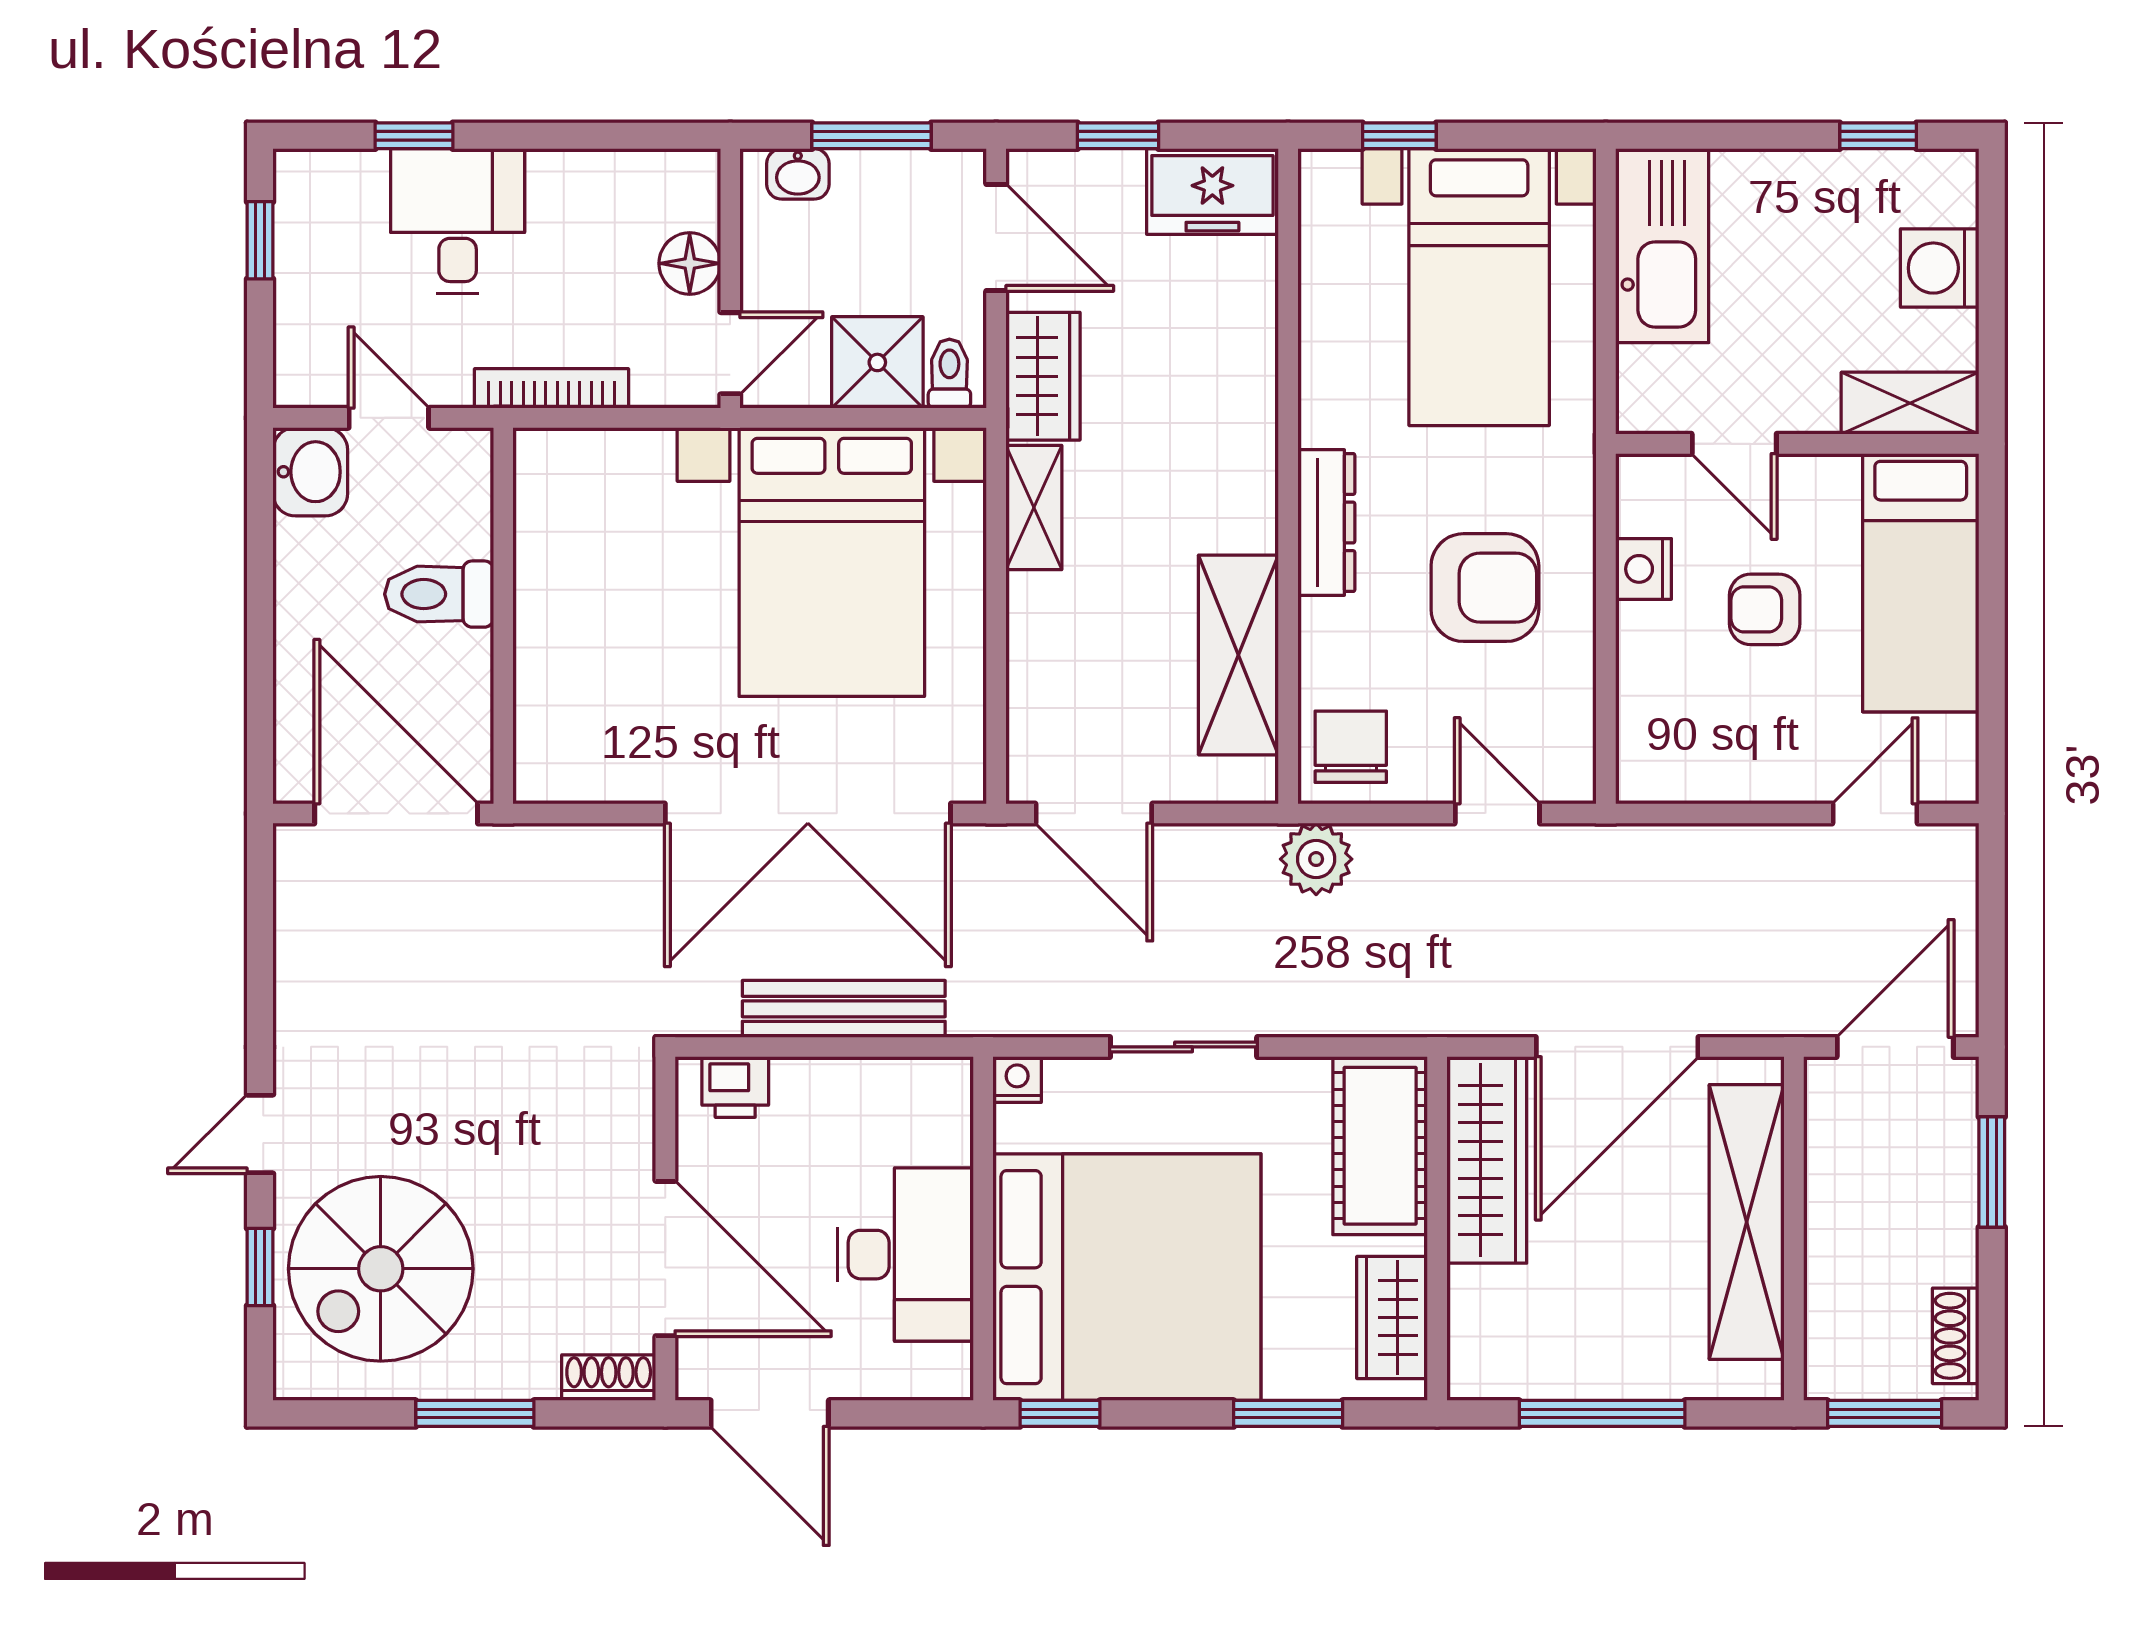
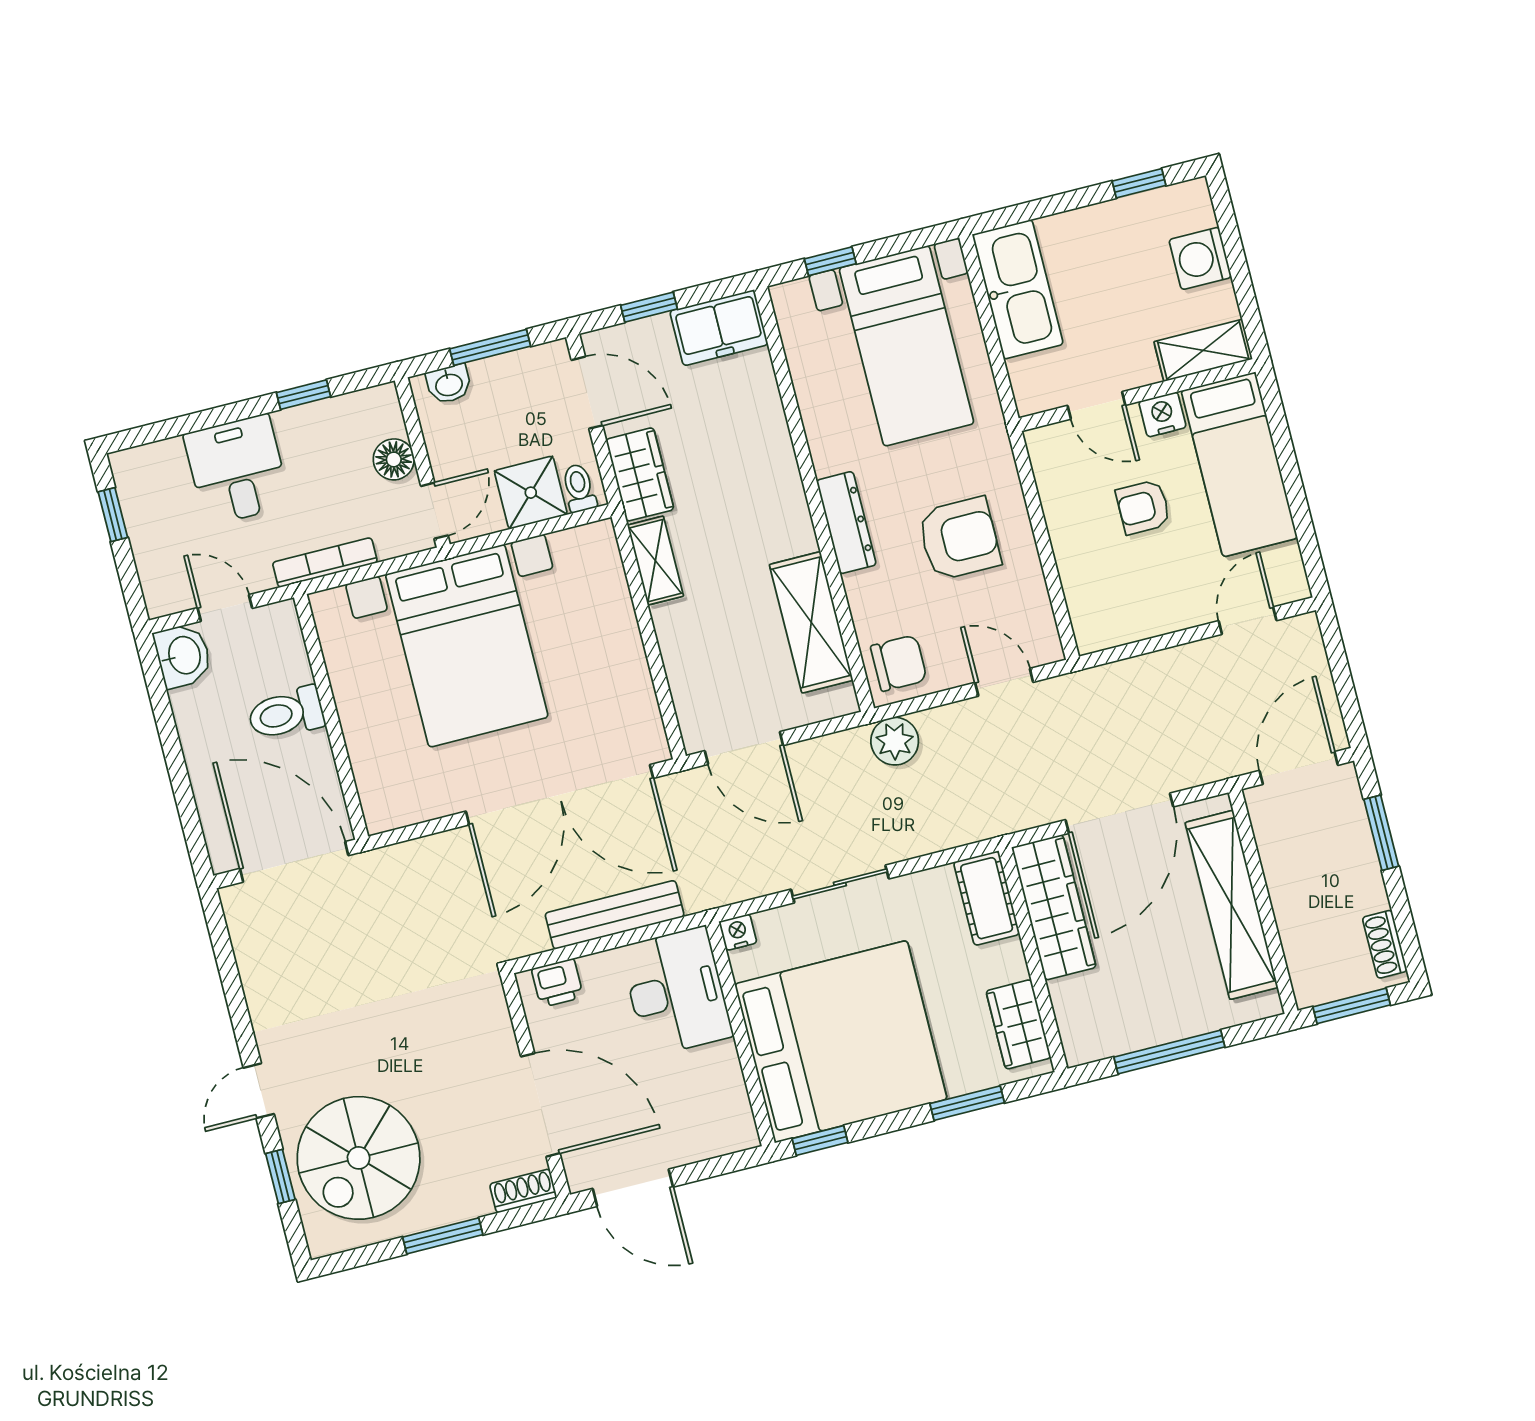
window: (414, 136) -> (303, 395), moved
bed with nightstands: (832, 562) -> (467, 646), moved
nightstand: (1644, 569) -> (1162, 414), moved, turned 90
chair: (1351, 747) -> (899, 663), turned 90
cot: (1380, 1146) -> (987, 898), width x0.73, depth x0.75
desk: (905, 1255) -> (676, 992), moved

